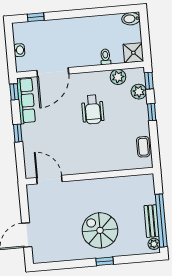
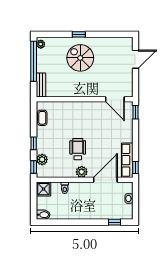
plant: (118, 77) -> (82, 172), moved
window: (18, 133) -> (136, 112), moved
bench: (151, 221) -> (41, 85), moved
spiral stairs: (100, 230) -> (80, 58), turned 180

